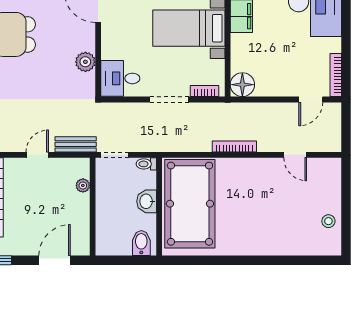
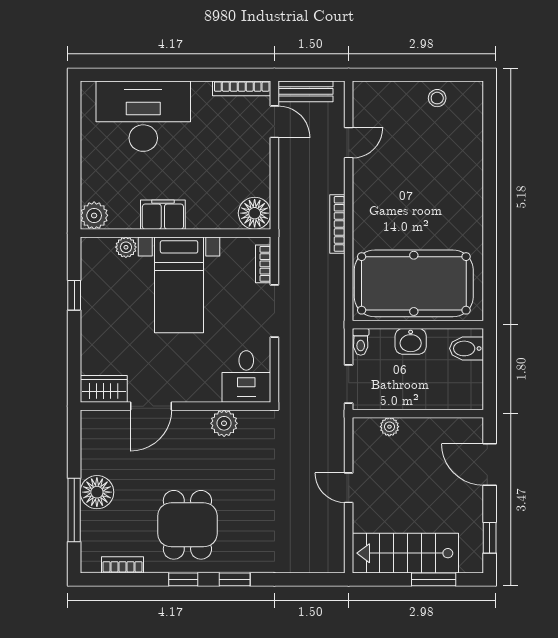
bench: (76, 144) -> (306, 91), moved, turned 90

